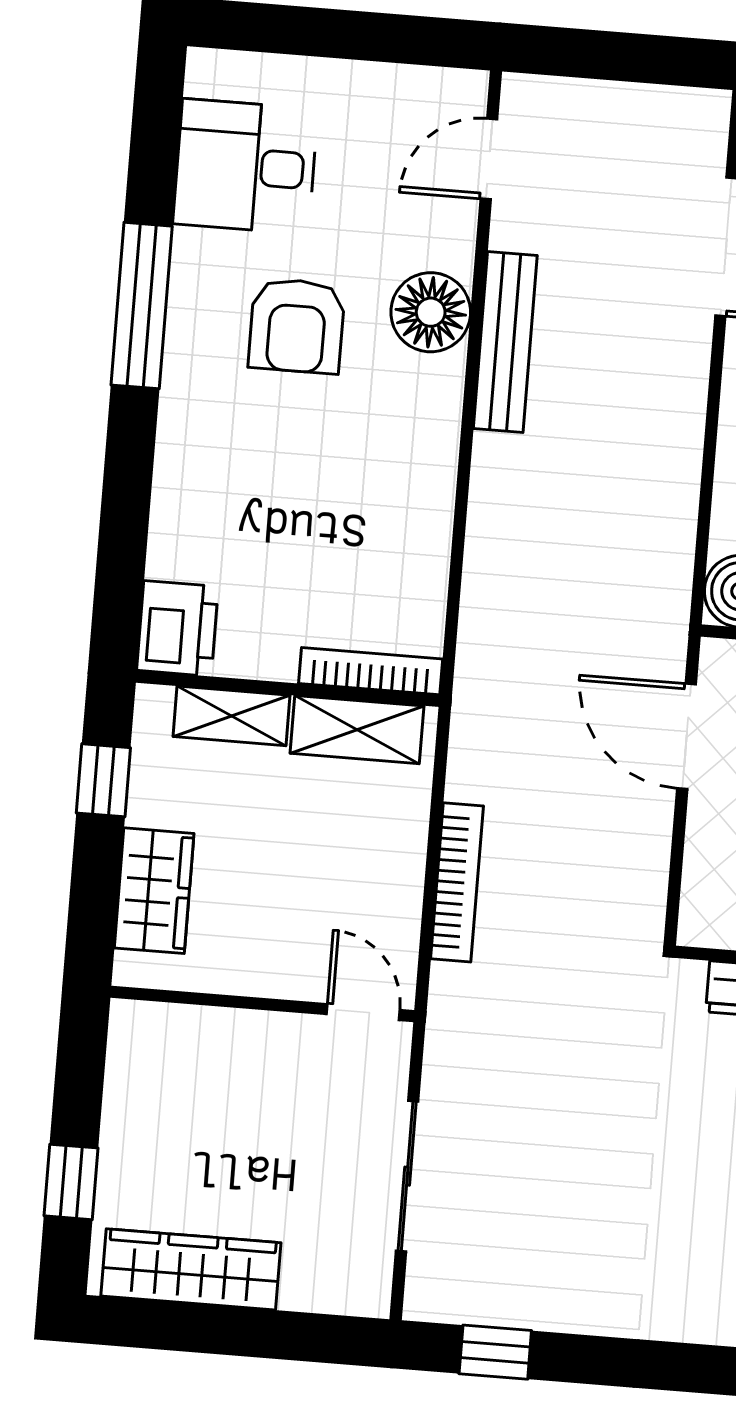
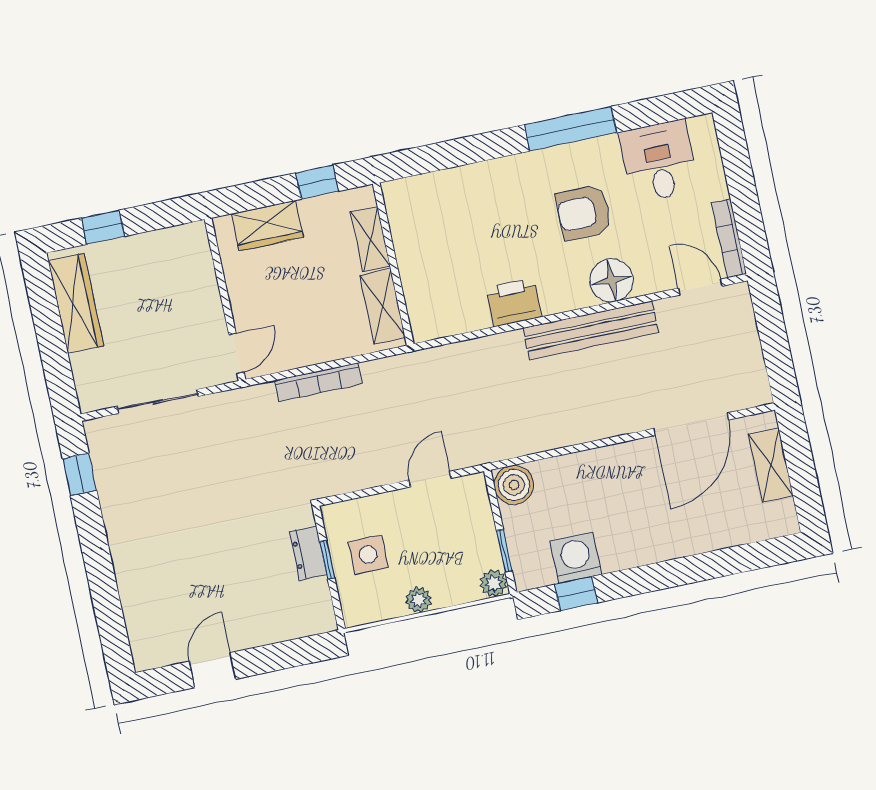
bench: (505, 342) -> (591, 330), width x1.37, depth x1.21
printer: (178, 628) -> (514, 302), moved, turned 180
bookcase: (371, 671) -> (729, 238), moved, turned 180
door: (687, 736) -> (430, 479), width x0.73

